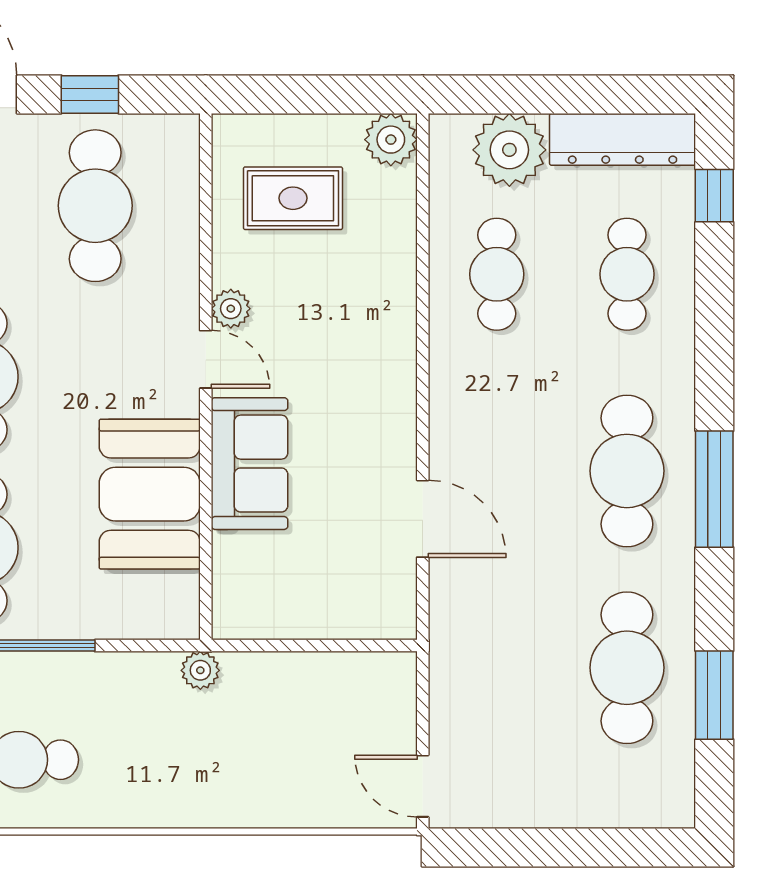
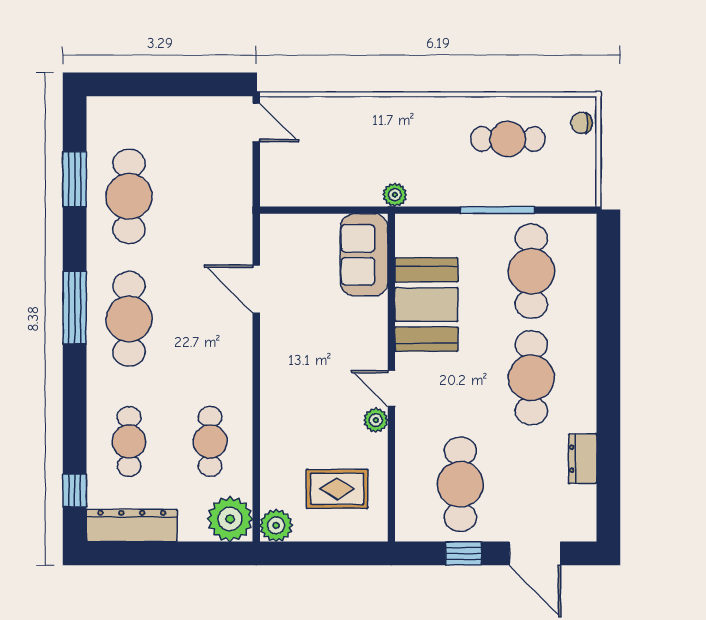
plant: (509, 150) -> (230, 519), moved
sofa: (250, 464) -> (364, 255), moved

